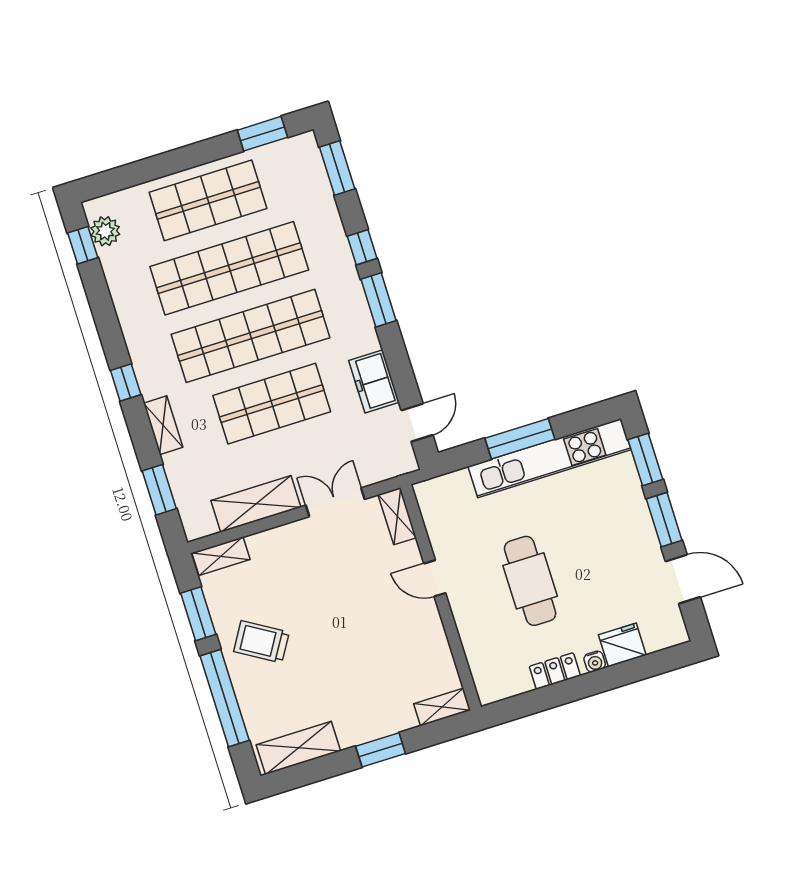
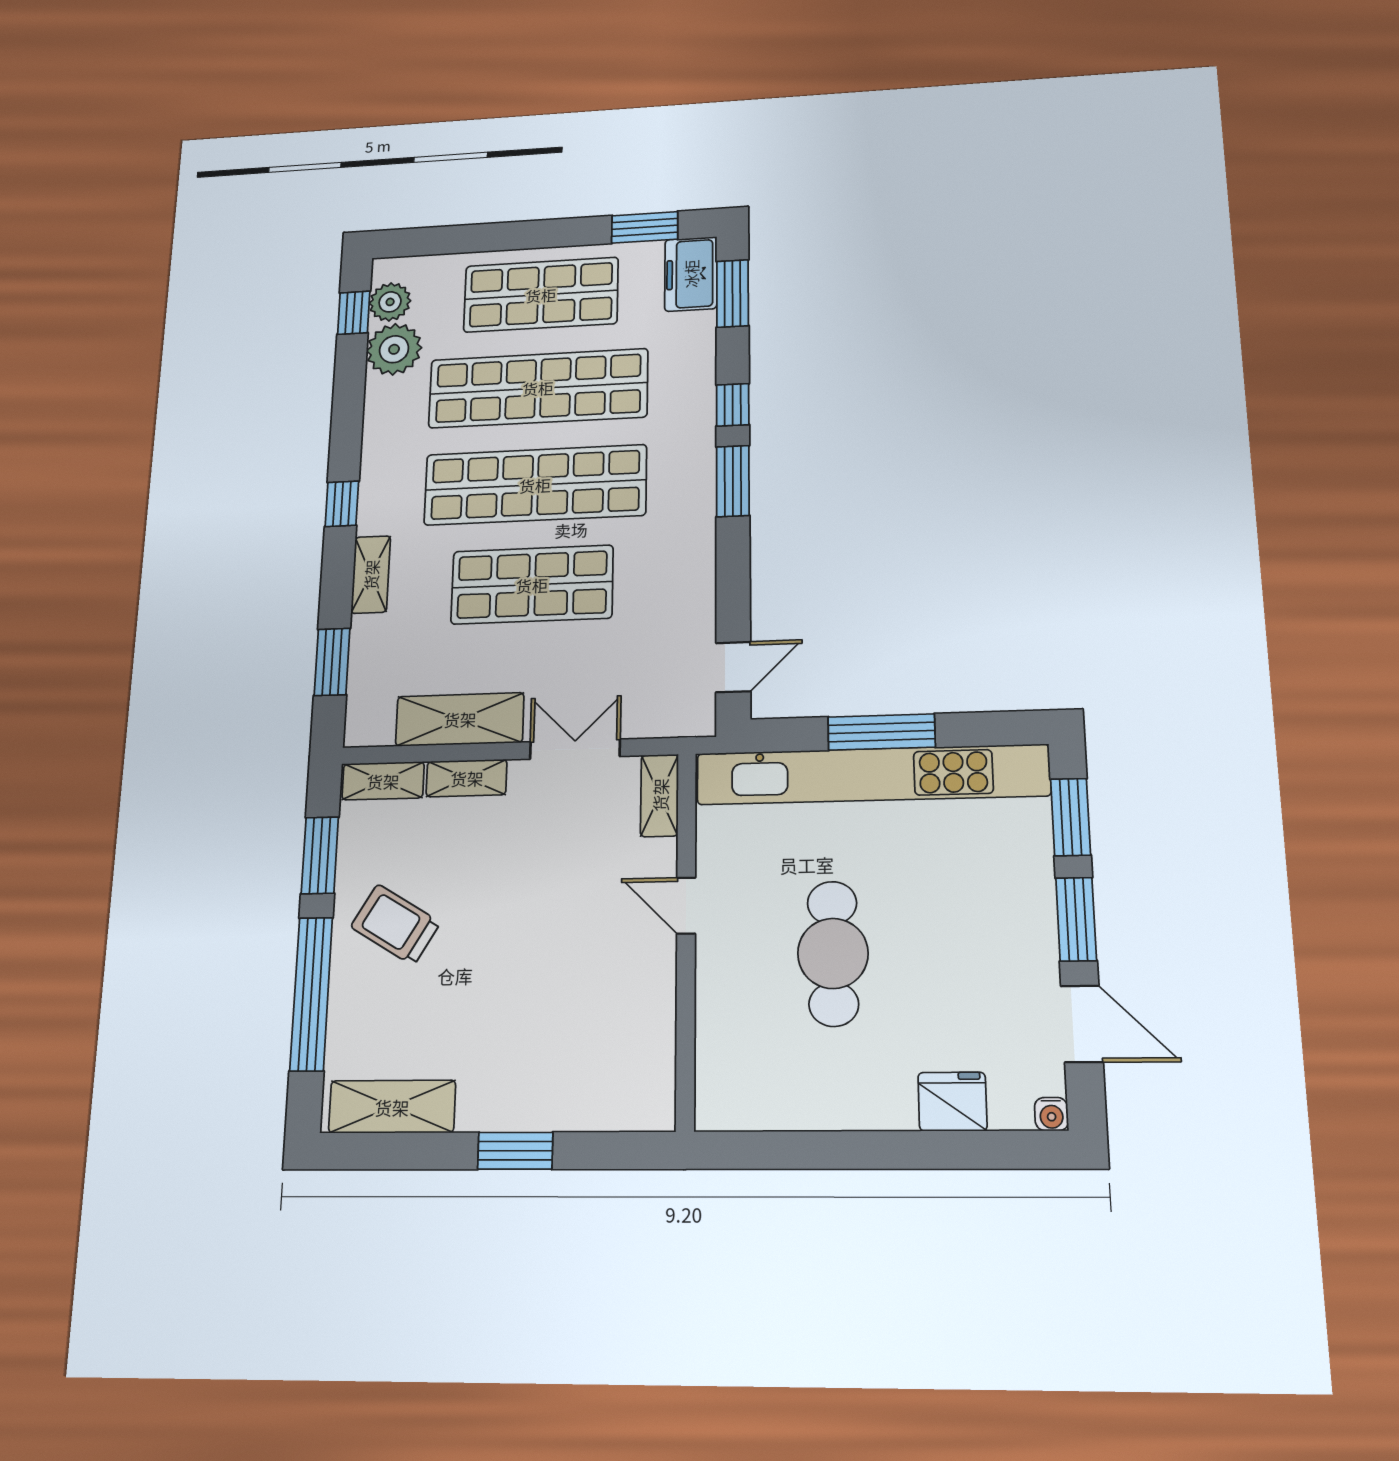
plant: (121, 265) -> (394, 349), added
freezer: (374, 381) -> (691, 274), moved
kitchen unit: (550, 458) -> (872, 775), width x1.36
water cooler: (595, 661) -> (1051, 1114), moved
locker: (555, 671) -> (830, 1110), removed
shelving: (442, 707) -> (467, 778), moved

